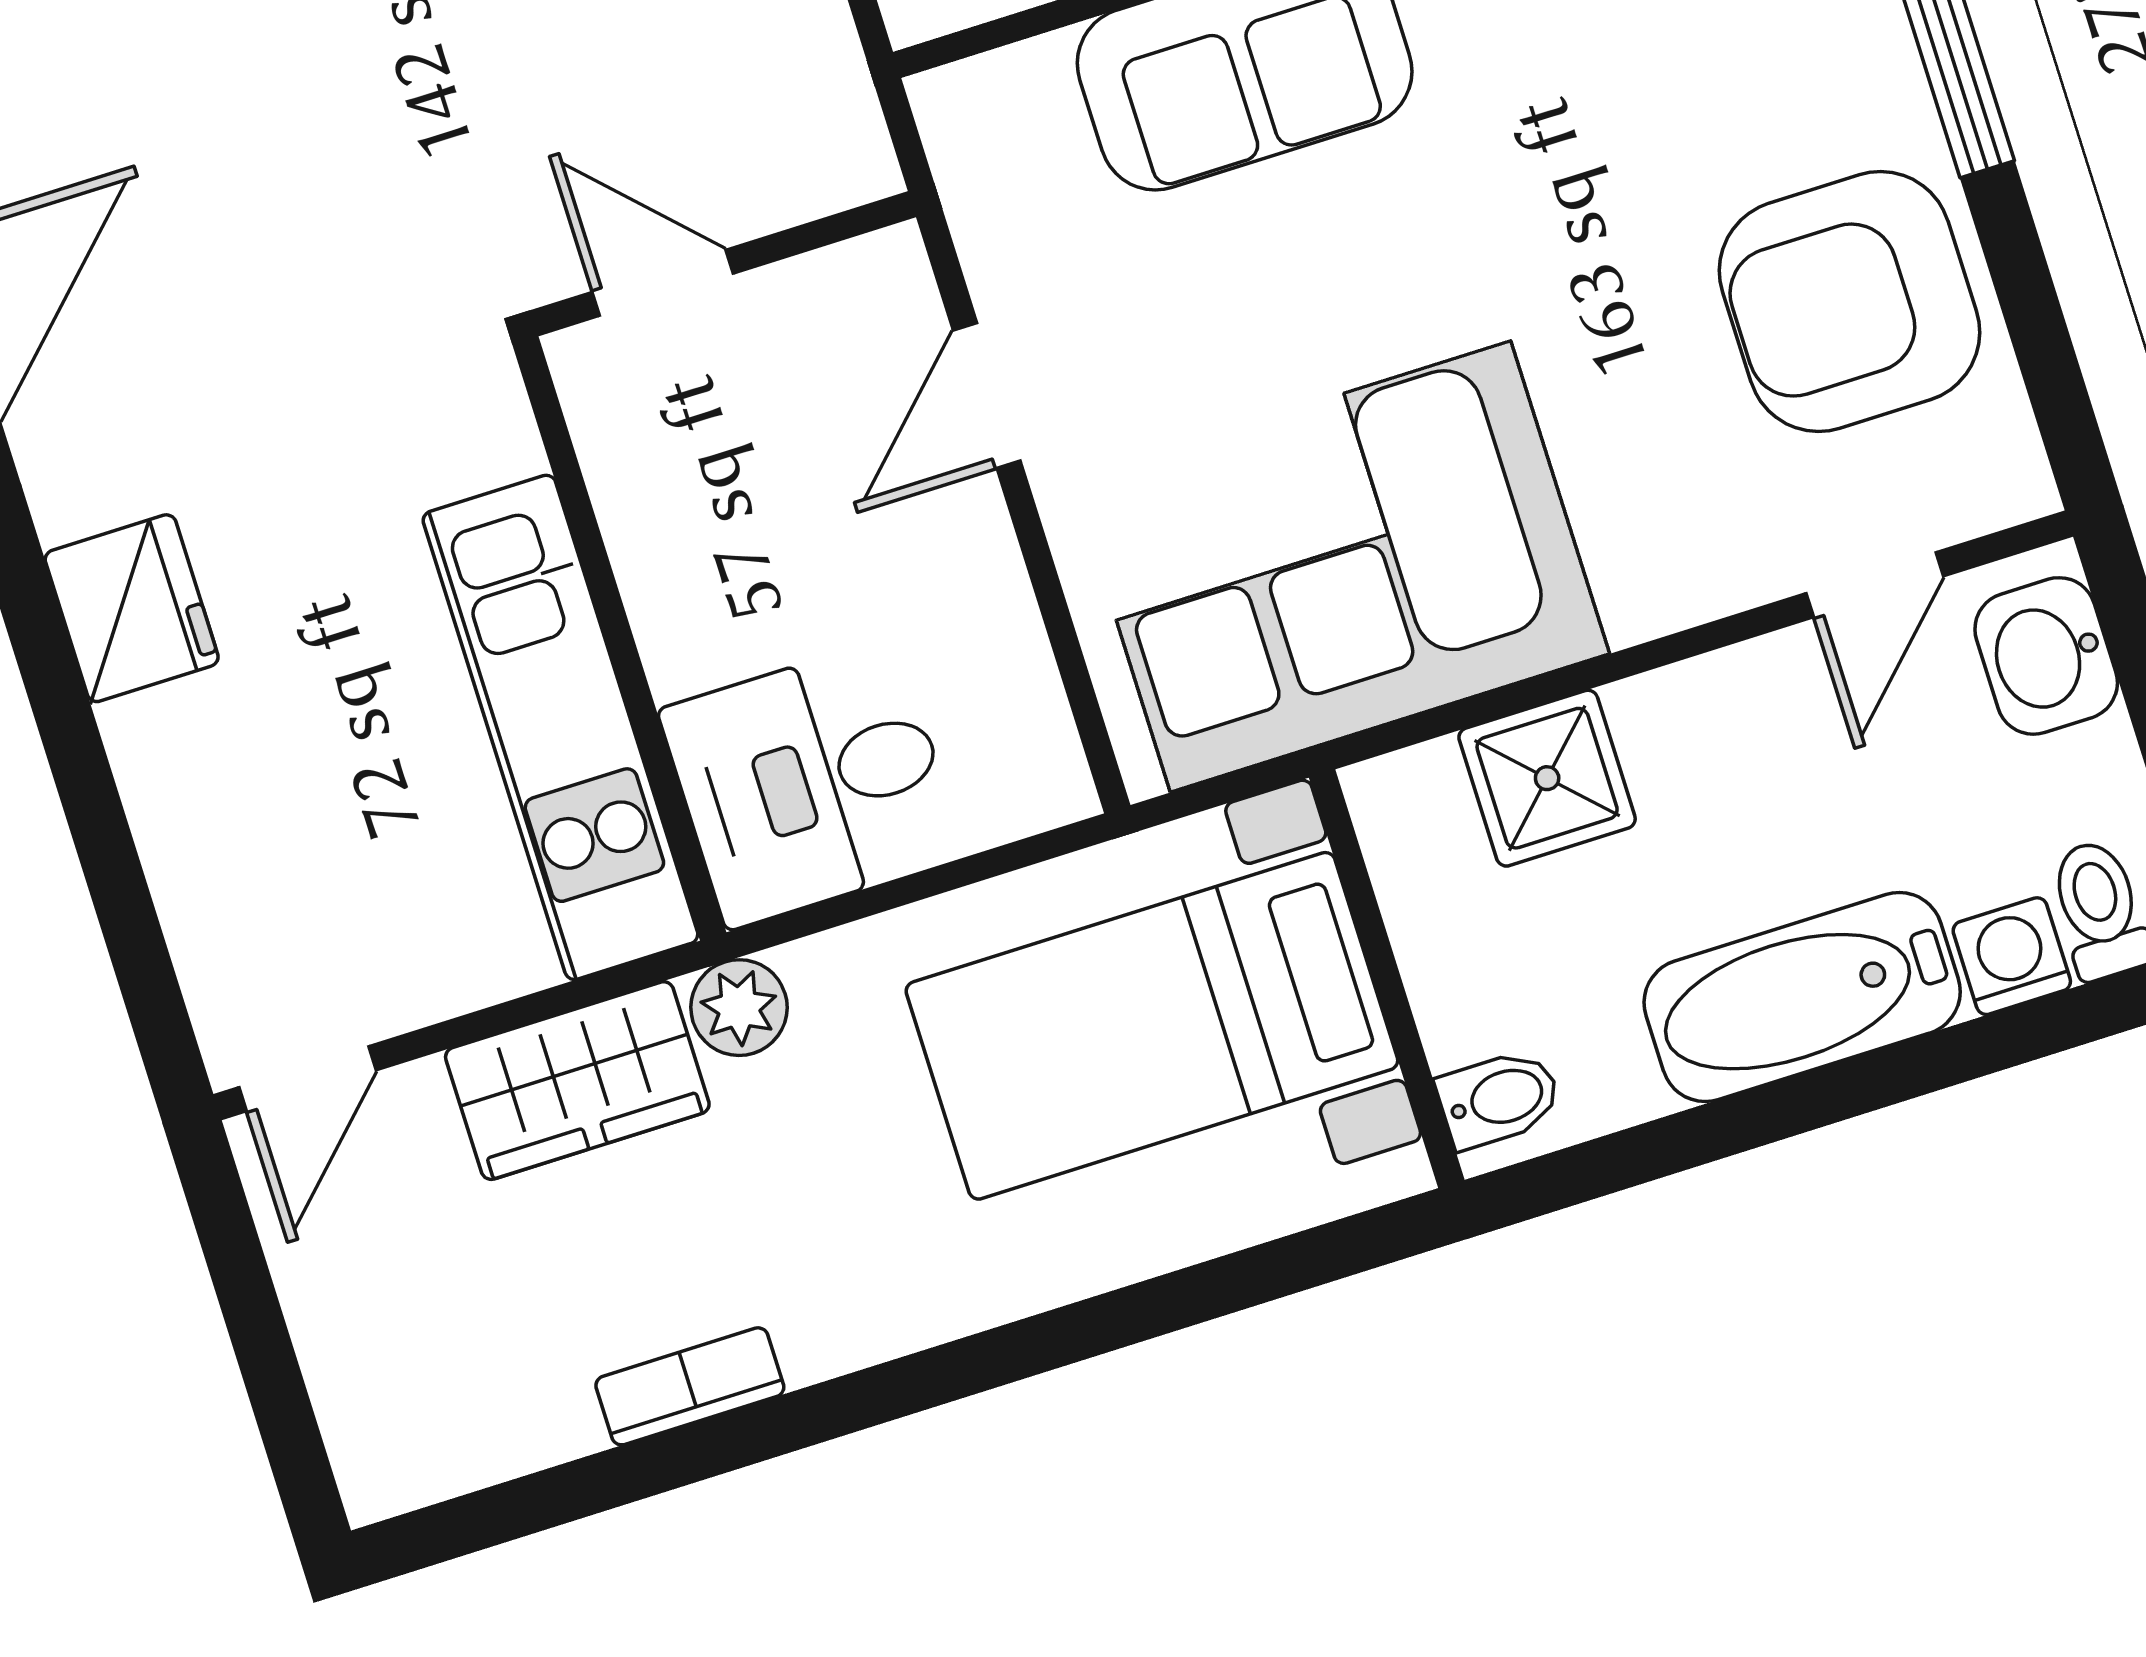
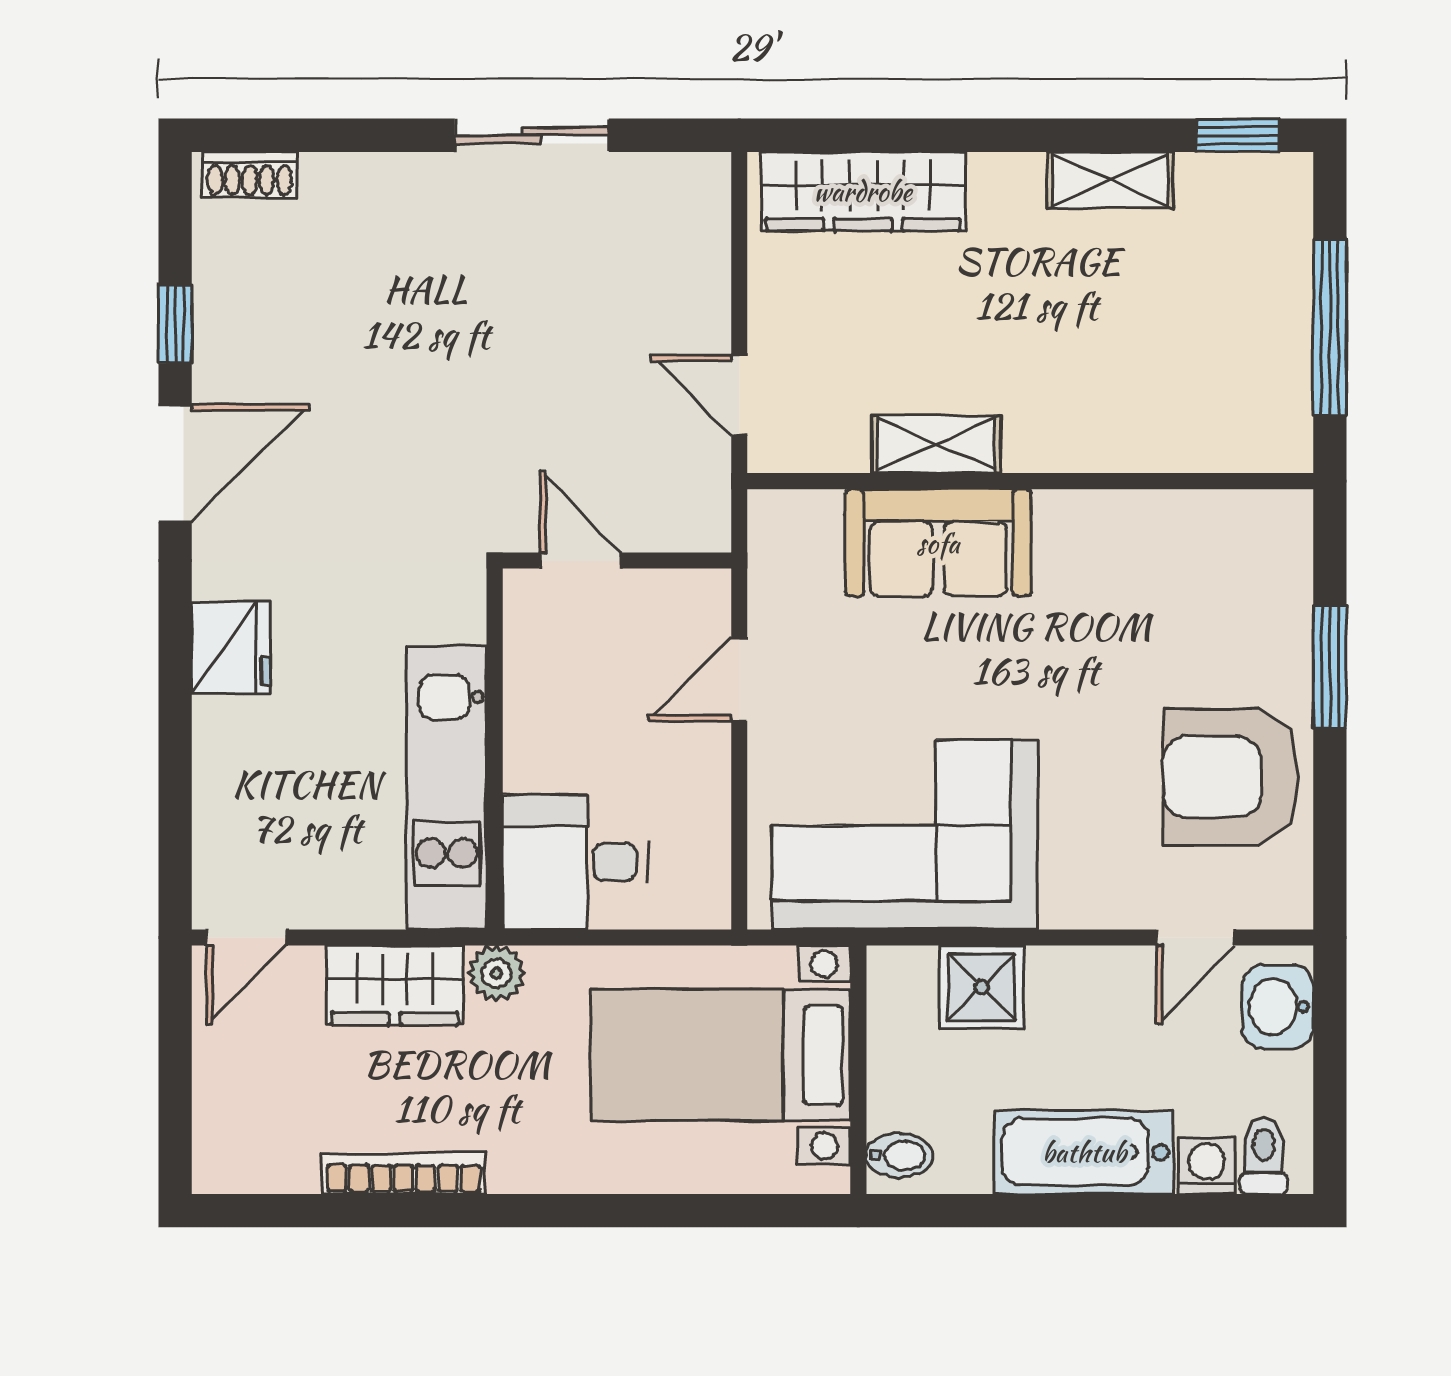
bookcase: (690, 1386) -> (403, 1173), width x1.56

